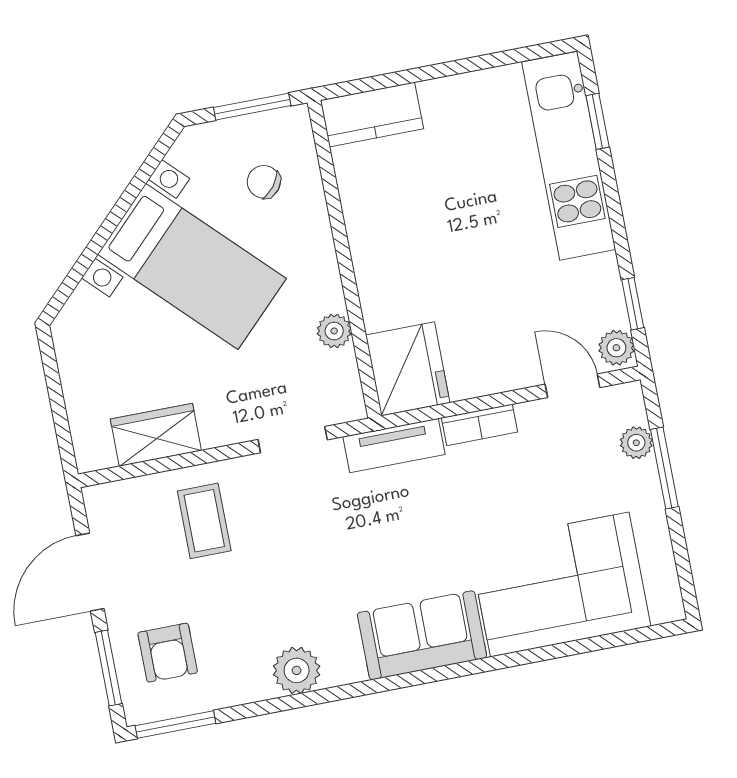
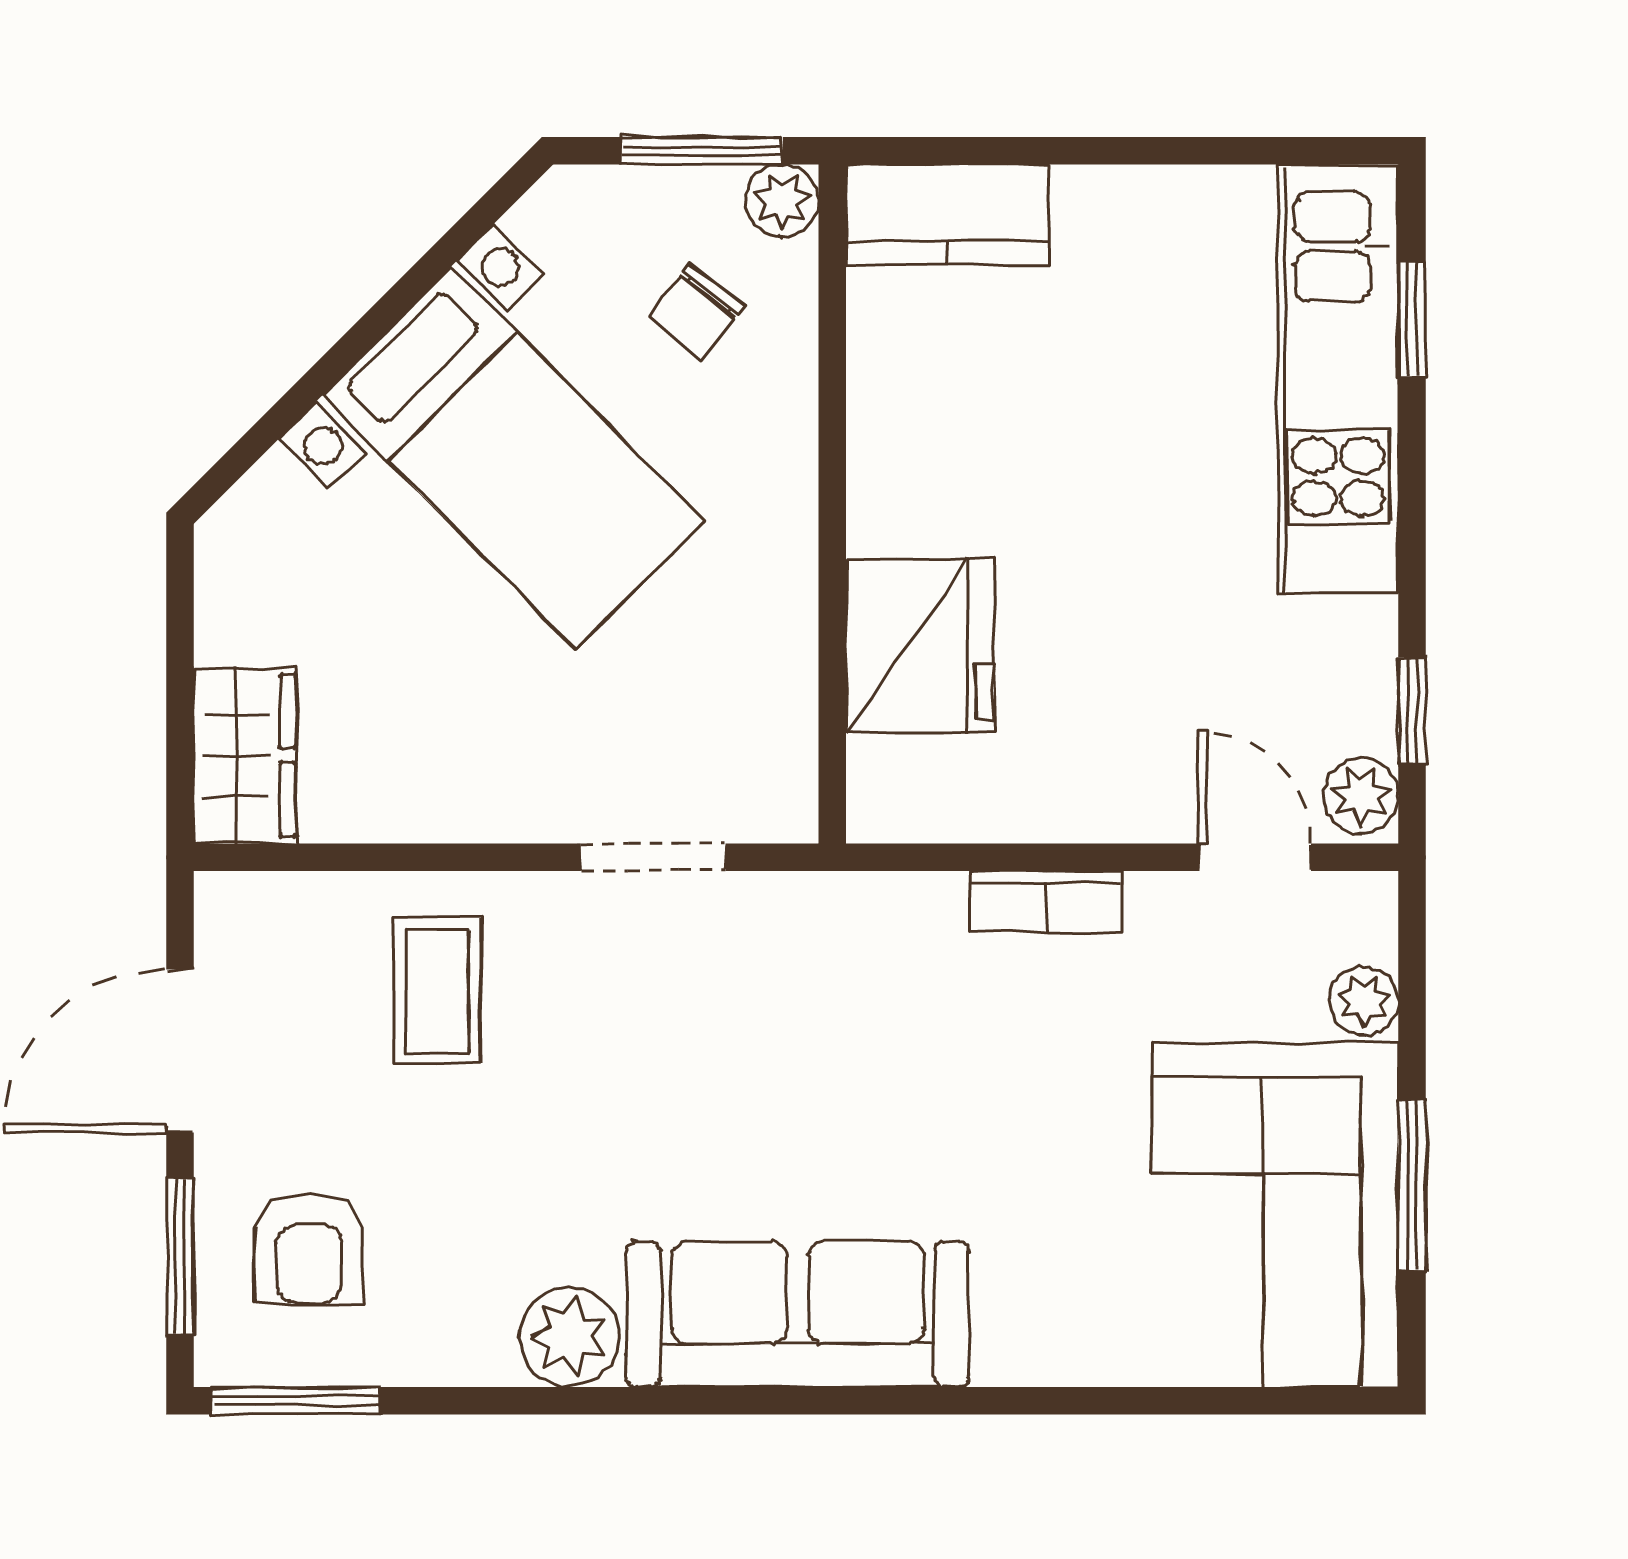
chair: (264, 182) -> (696, 311), turned -90
plant: (334, 331) -> (782, 201), moved
fridge: (408, 369) -> (920, 646), moved
wardrobe: (156, 435) -> (245, 756), moved, turned 90
tv unit: (394, 446) -> (861, 910), removed
window: (664, 468) -> (1412, 1185), moved
corner sofa: (560, 585) -> (1275, 1215), moved, turned -90
sofa: (422, 635) -> (798, 1314), width x1.36

